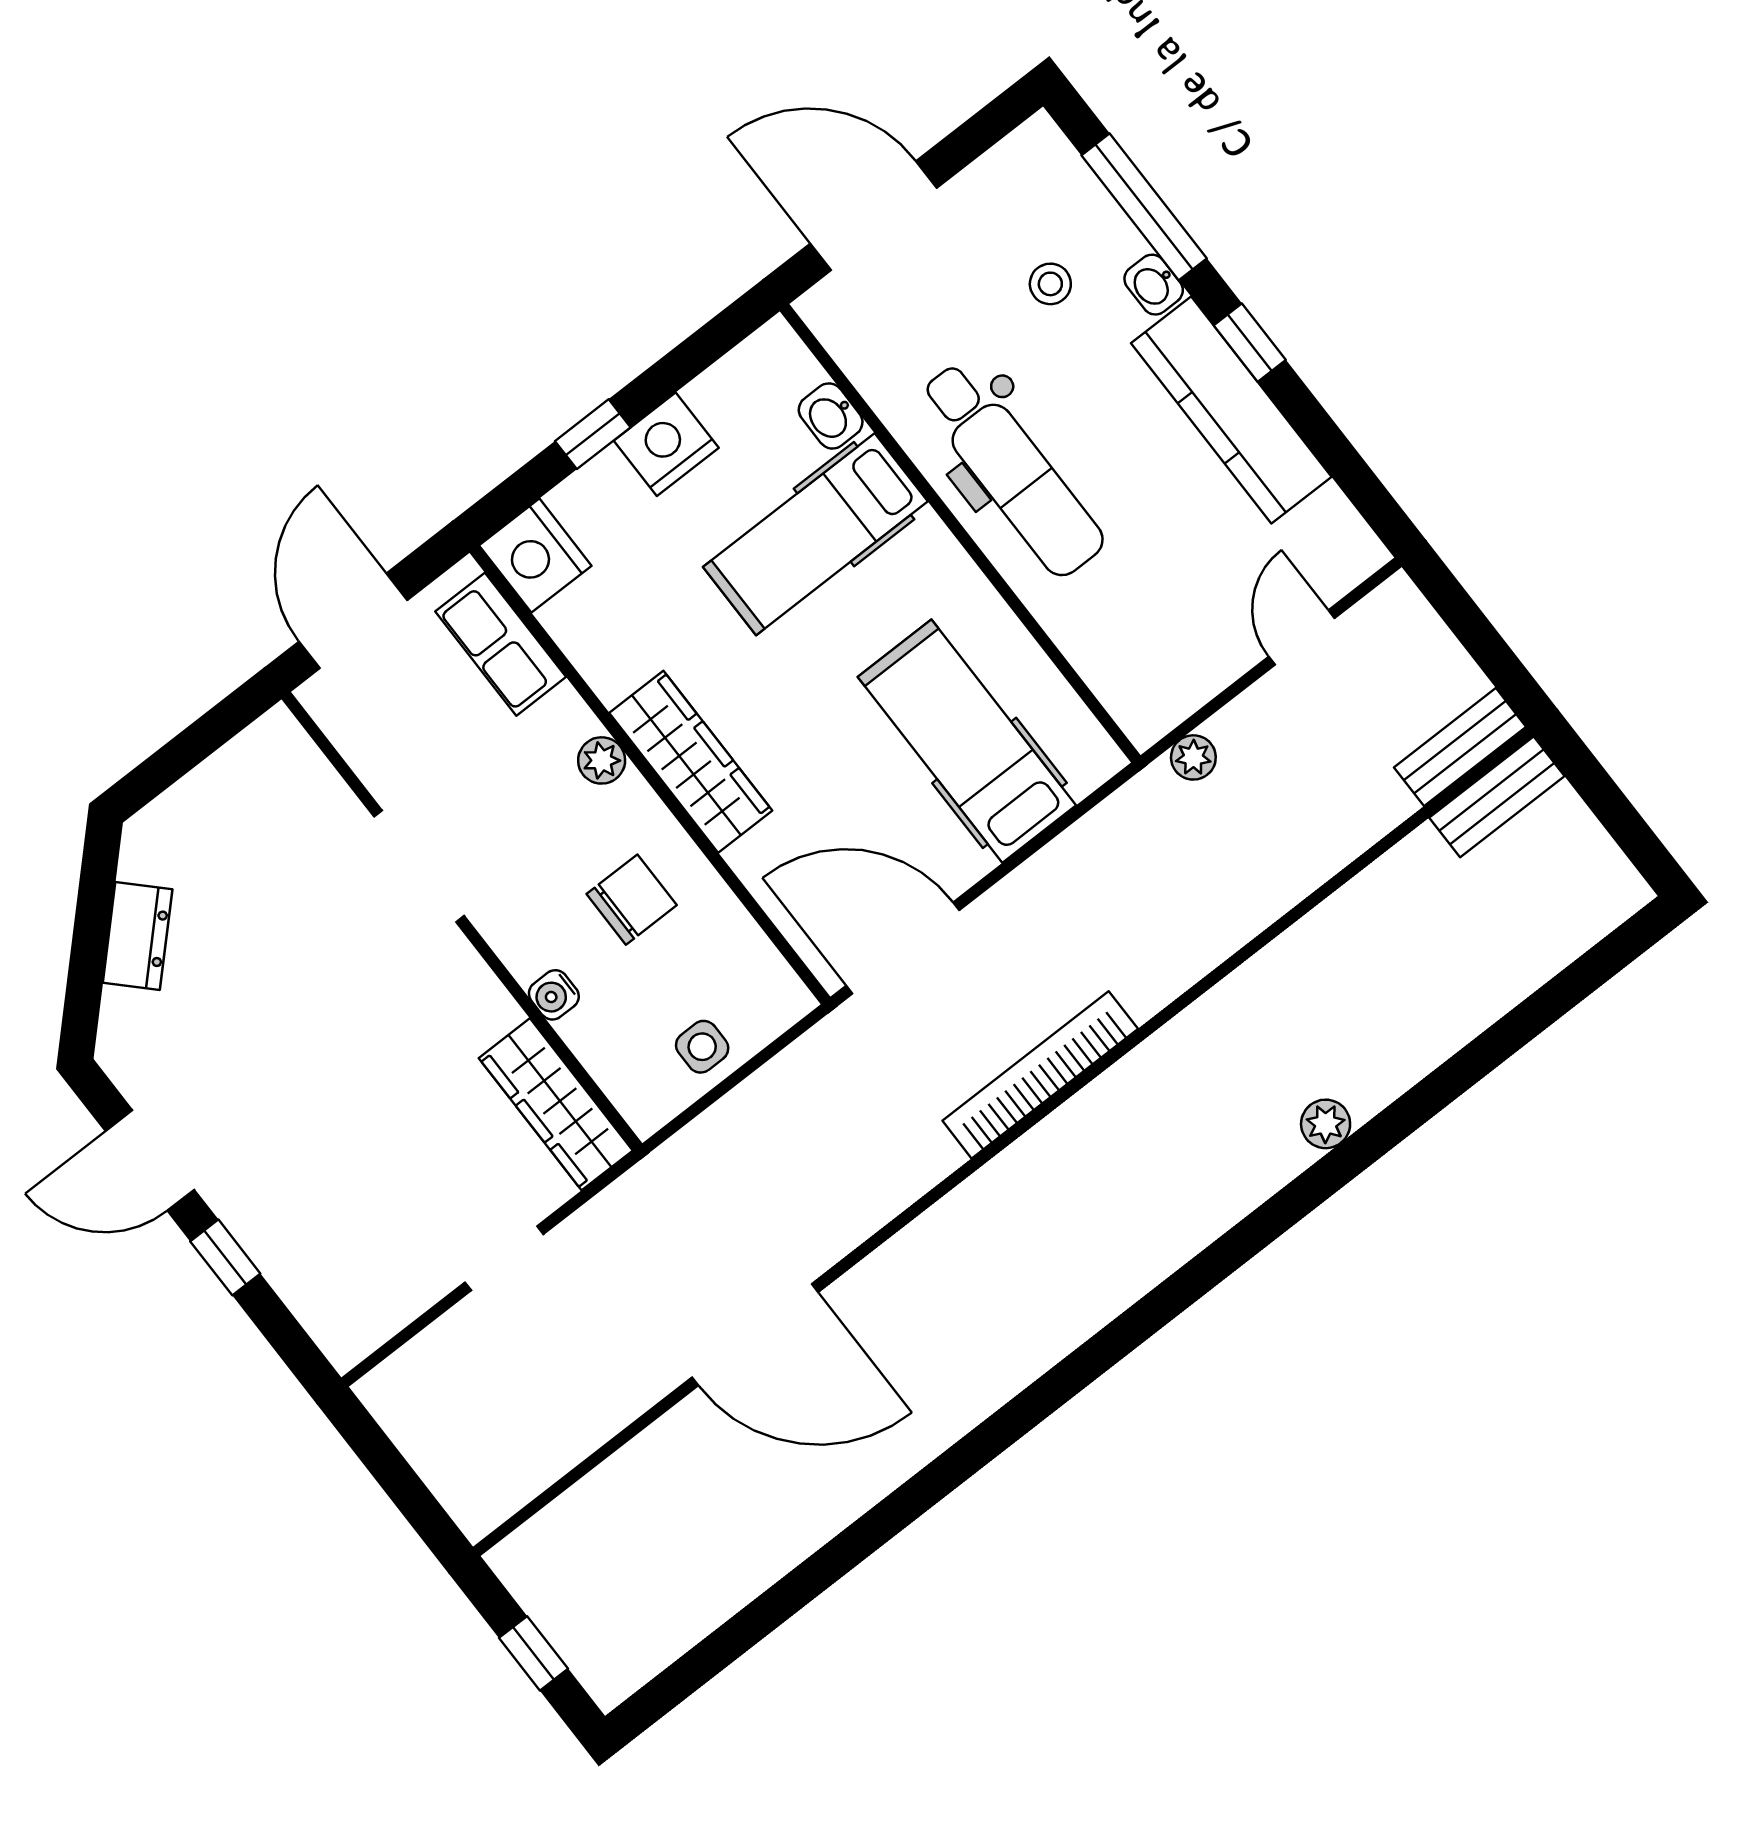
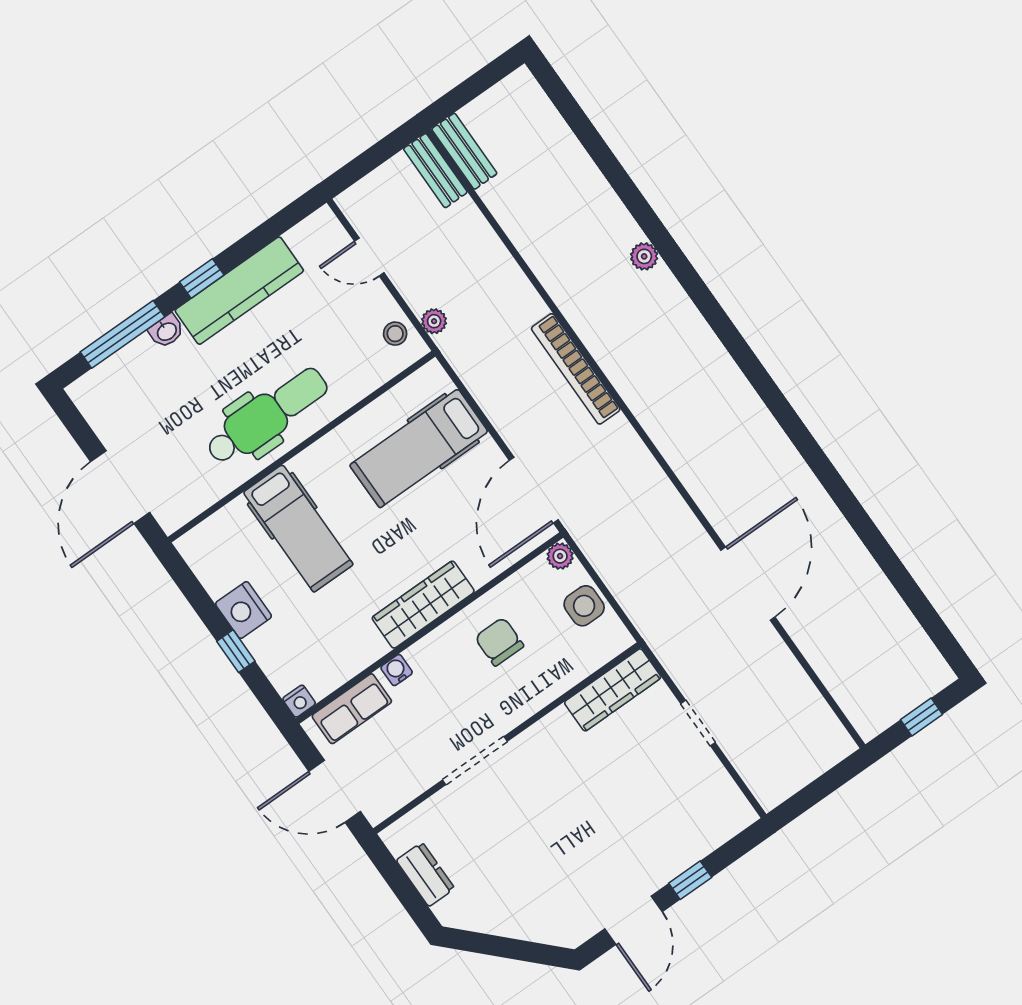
stool: (1050, 284) -> (395, 334), moved
washbasin: (831, 416) -> (232, 517), removed
nightstand: (535, 556) -> (299, 701), width x0.53, depth x0.56
plant: (602, 760) -> (560, 556), moved
dresser: (138, 936) -> (425, 874), moved, turned 45
water cooler: (554, 995) -> (397, 670), moved, turned 180
side table: (702, 1047) -> (584, 606), width x1.37, depth x1.37
bookcase: (1040, 1075) -> (576, 369), moved

